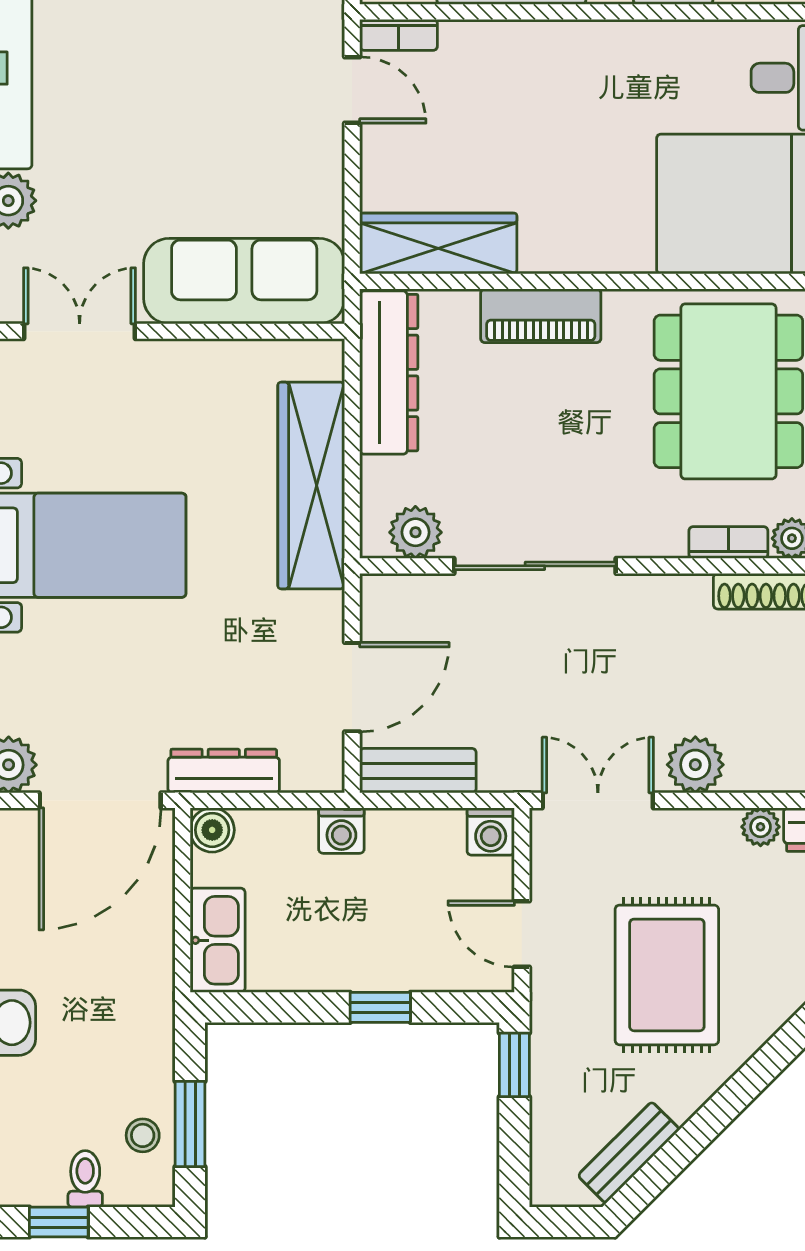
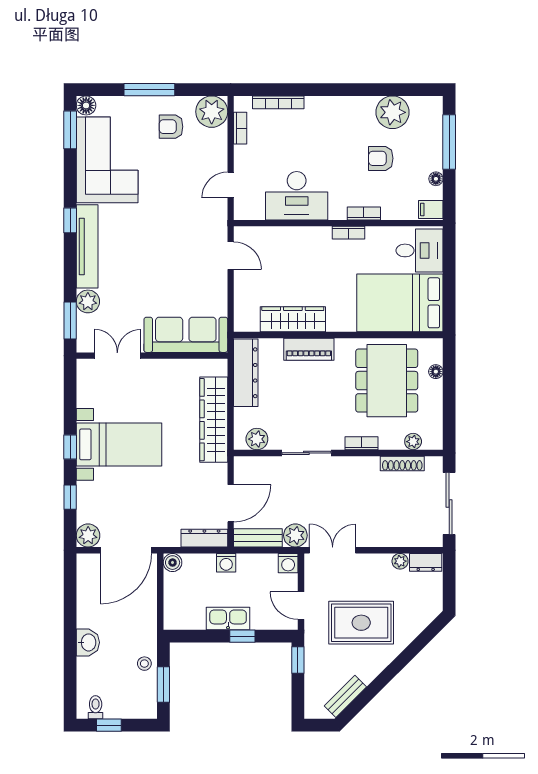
bookcase: (399, 35) -> (348, 233), moved
wardrobe: (438, 243) -> (293, 319), moved
bookcase: (728, 542) -> (362, 443), moved
sliding door: (535, 566) -> (306, 453), width x0.73
plant: (695, 765) -> (295, 535), moved
dresser: (224, 771) -> (204, 538), moved
kitchen sink: (218, 940) -> (228, 619), moved, turned -90
rug: (667, 975) -> (361, 623), turned 90
stool: (143, 1135) -> (144, 664), moved
toilet: (85, 1179) -> (96, 707), moved

